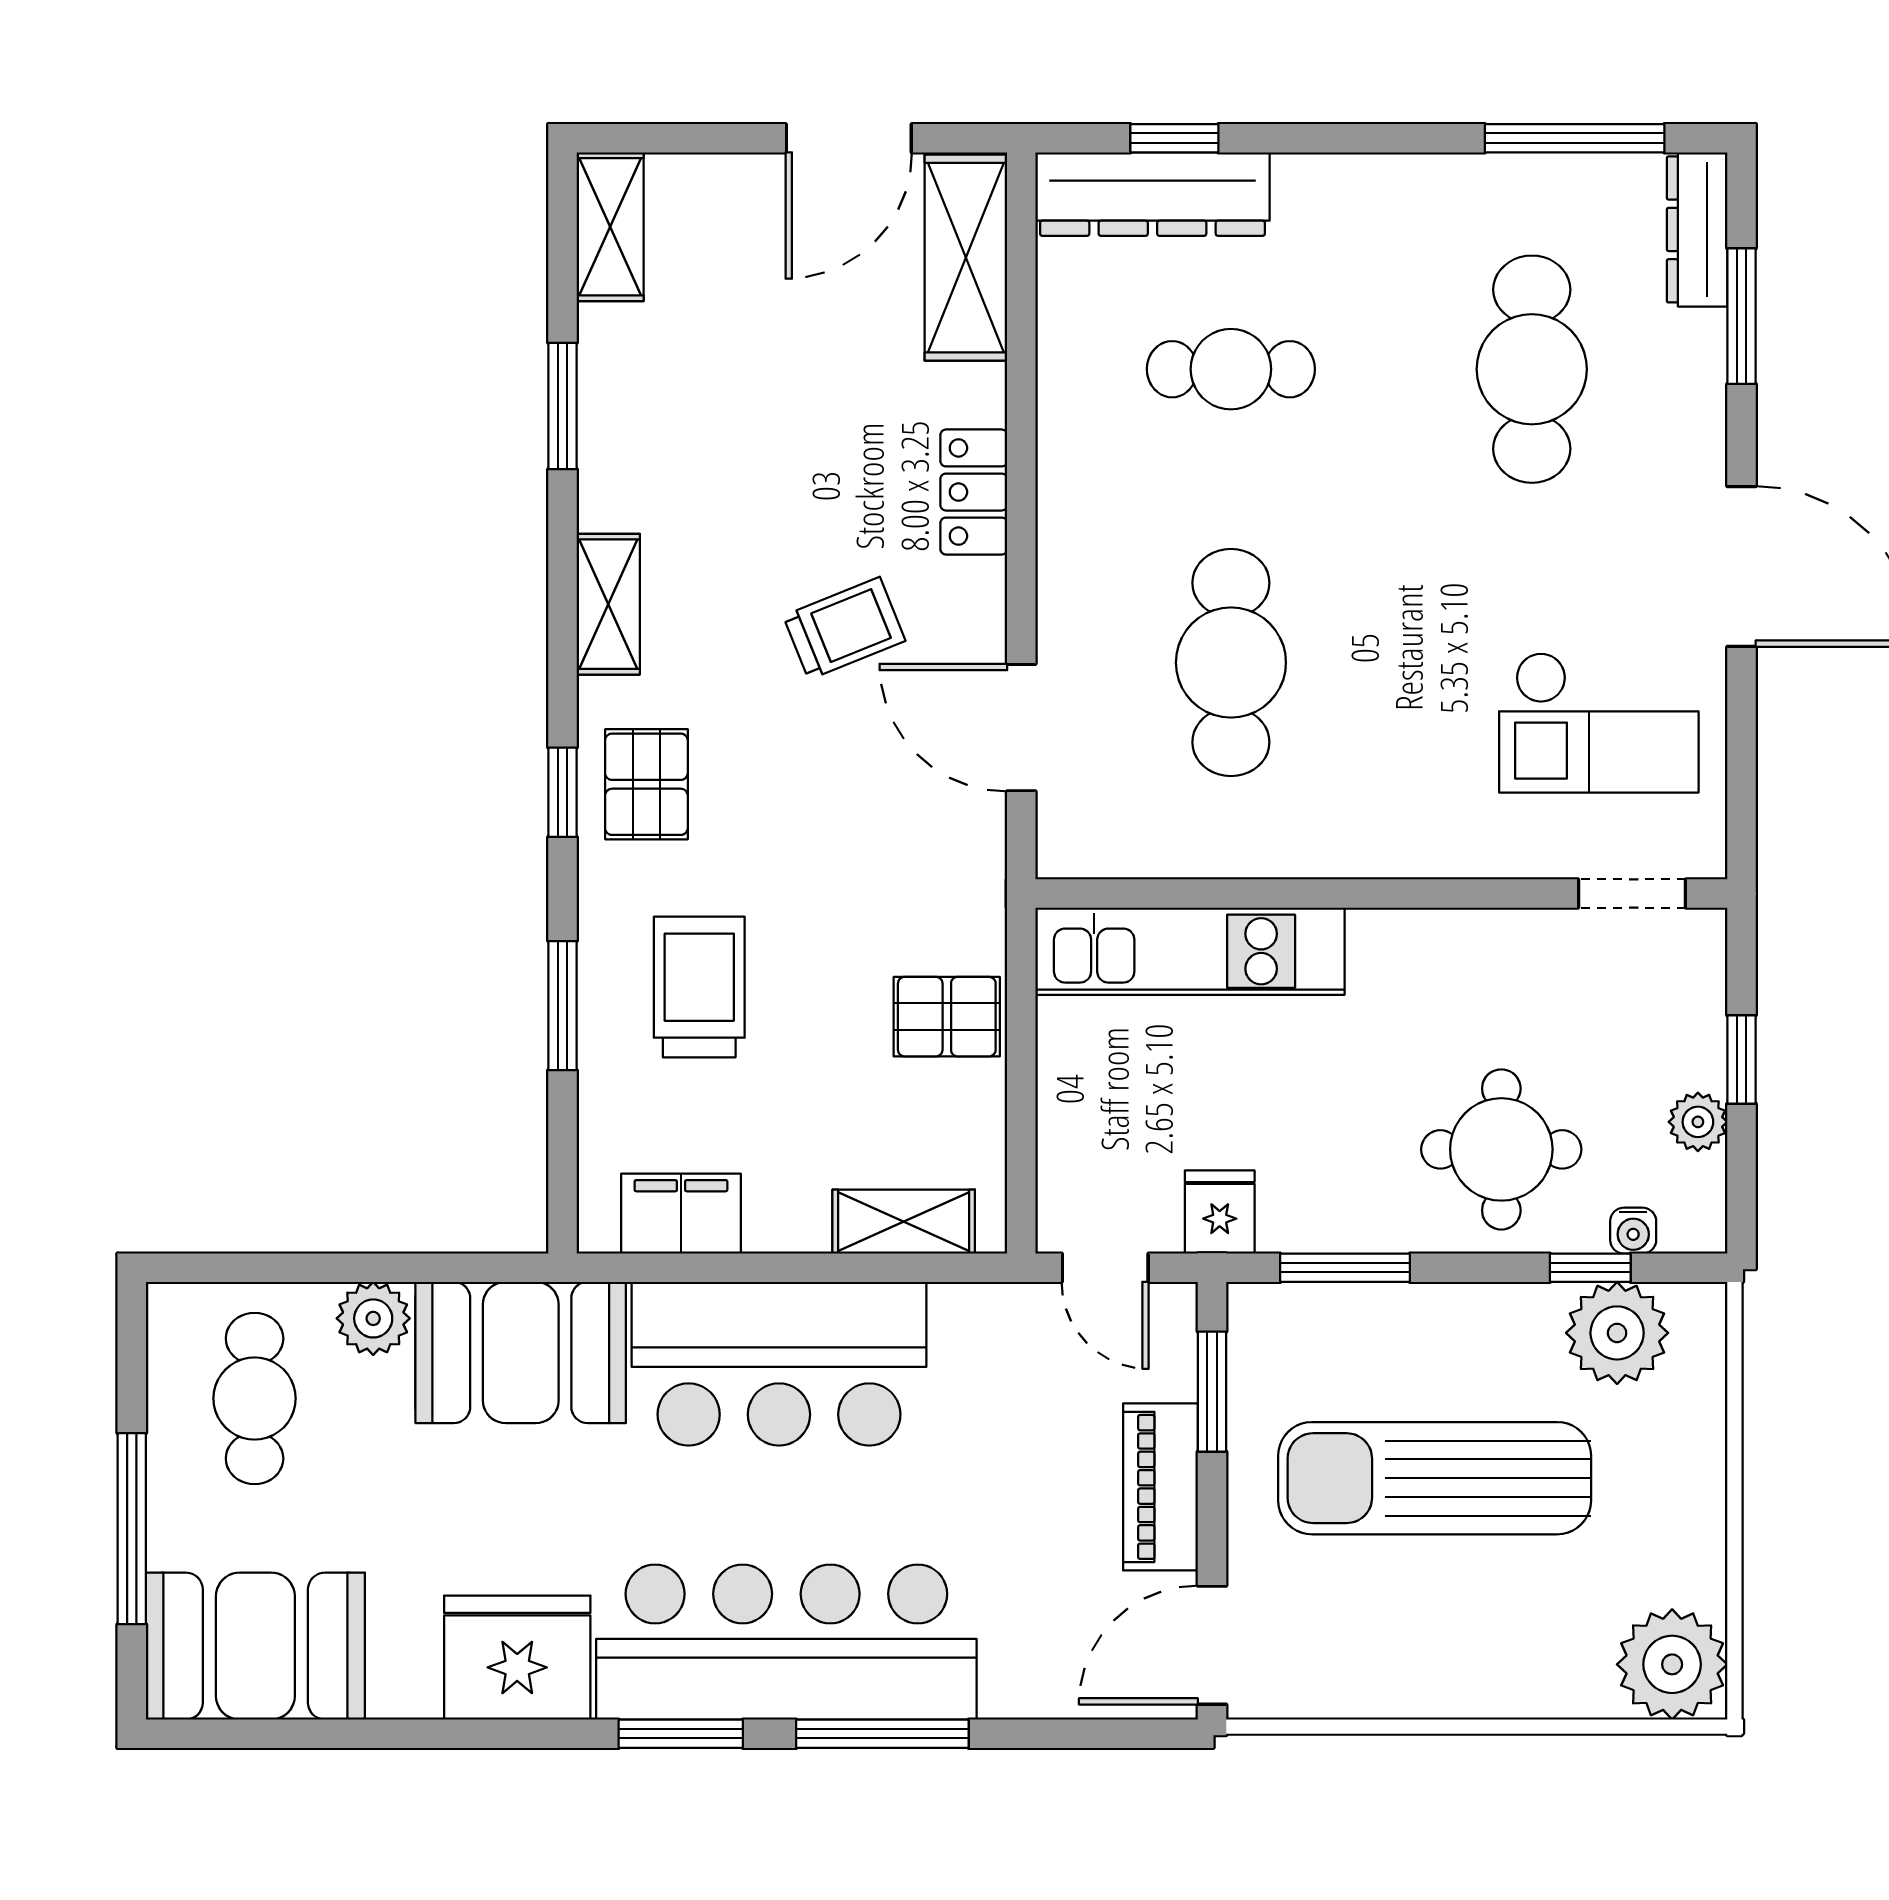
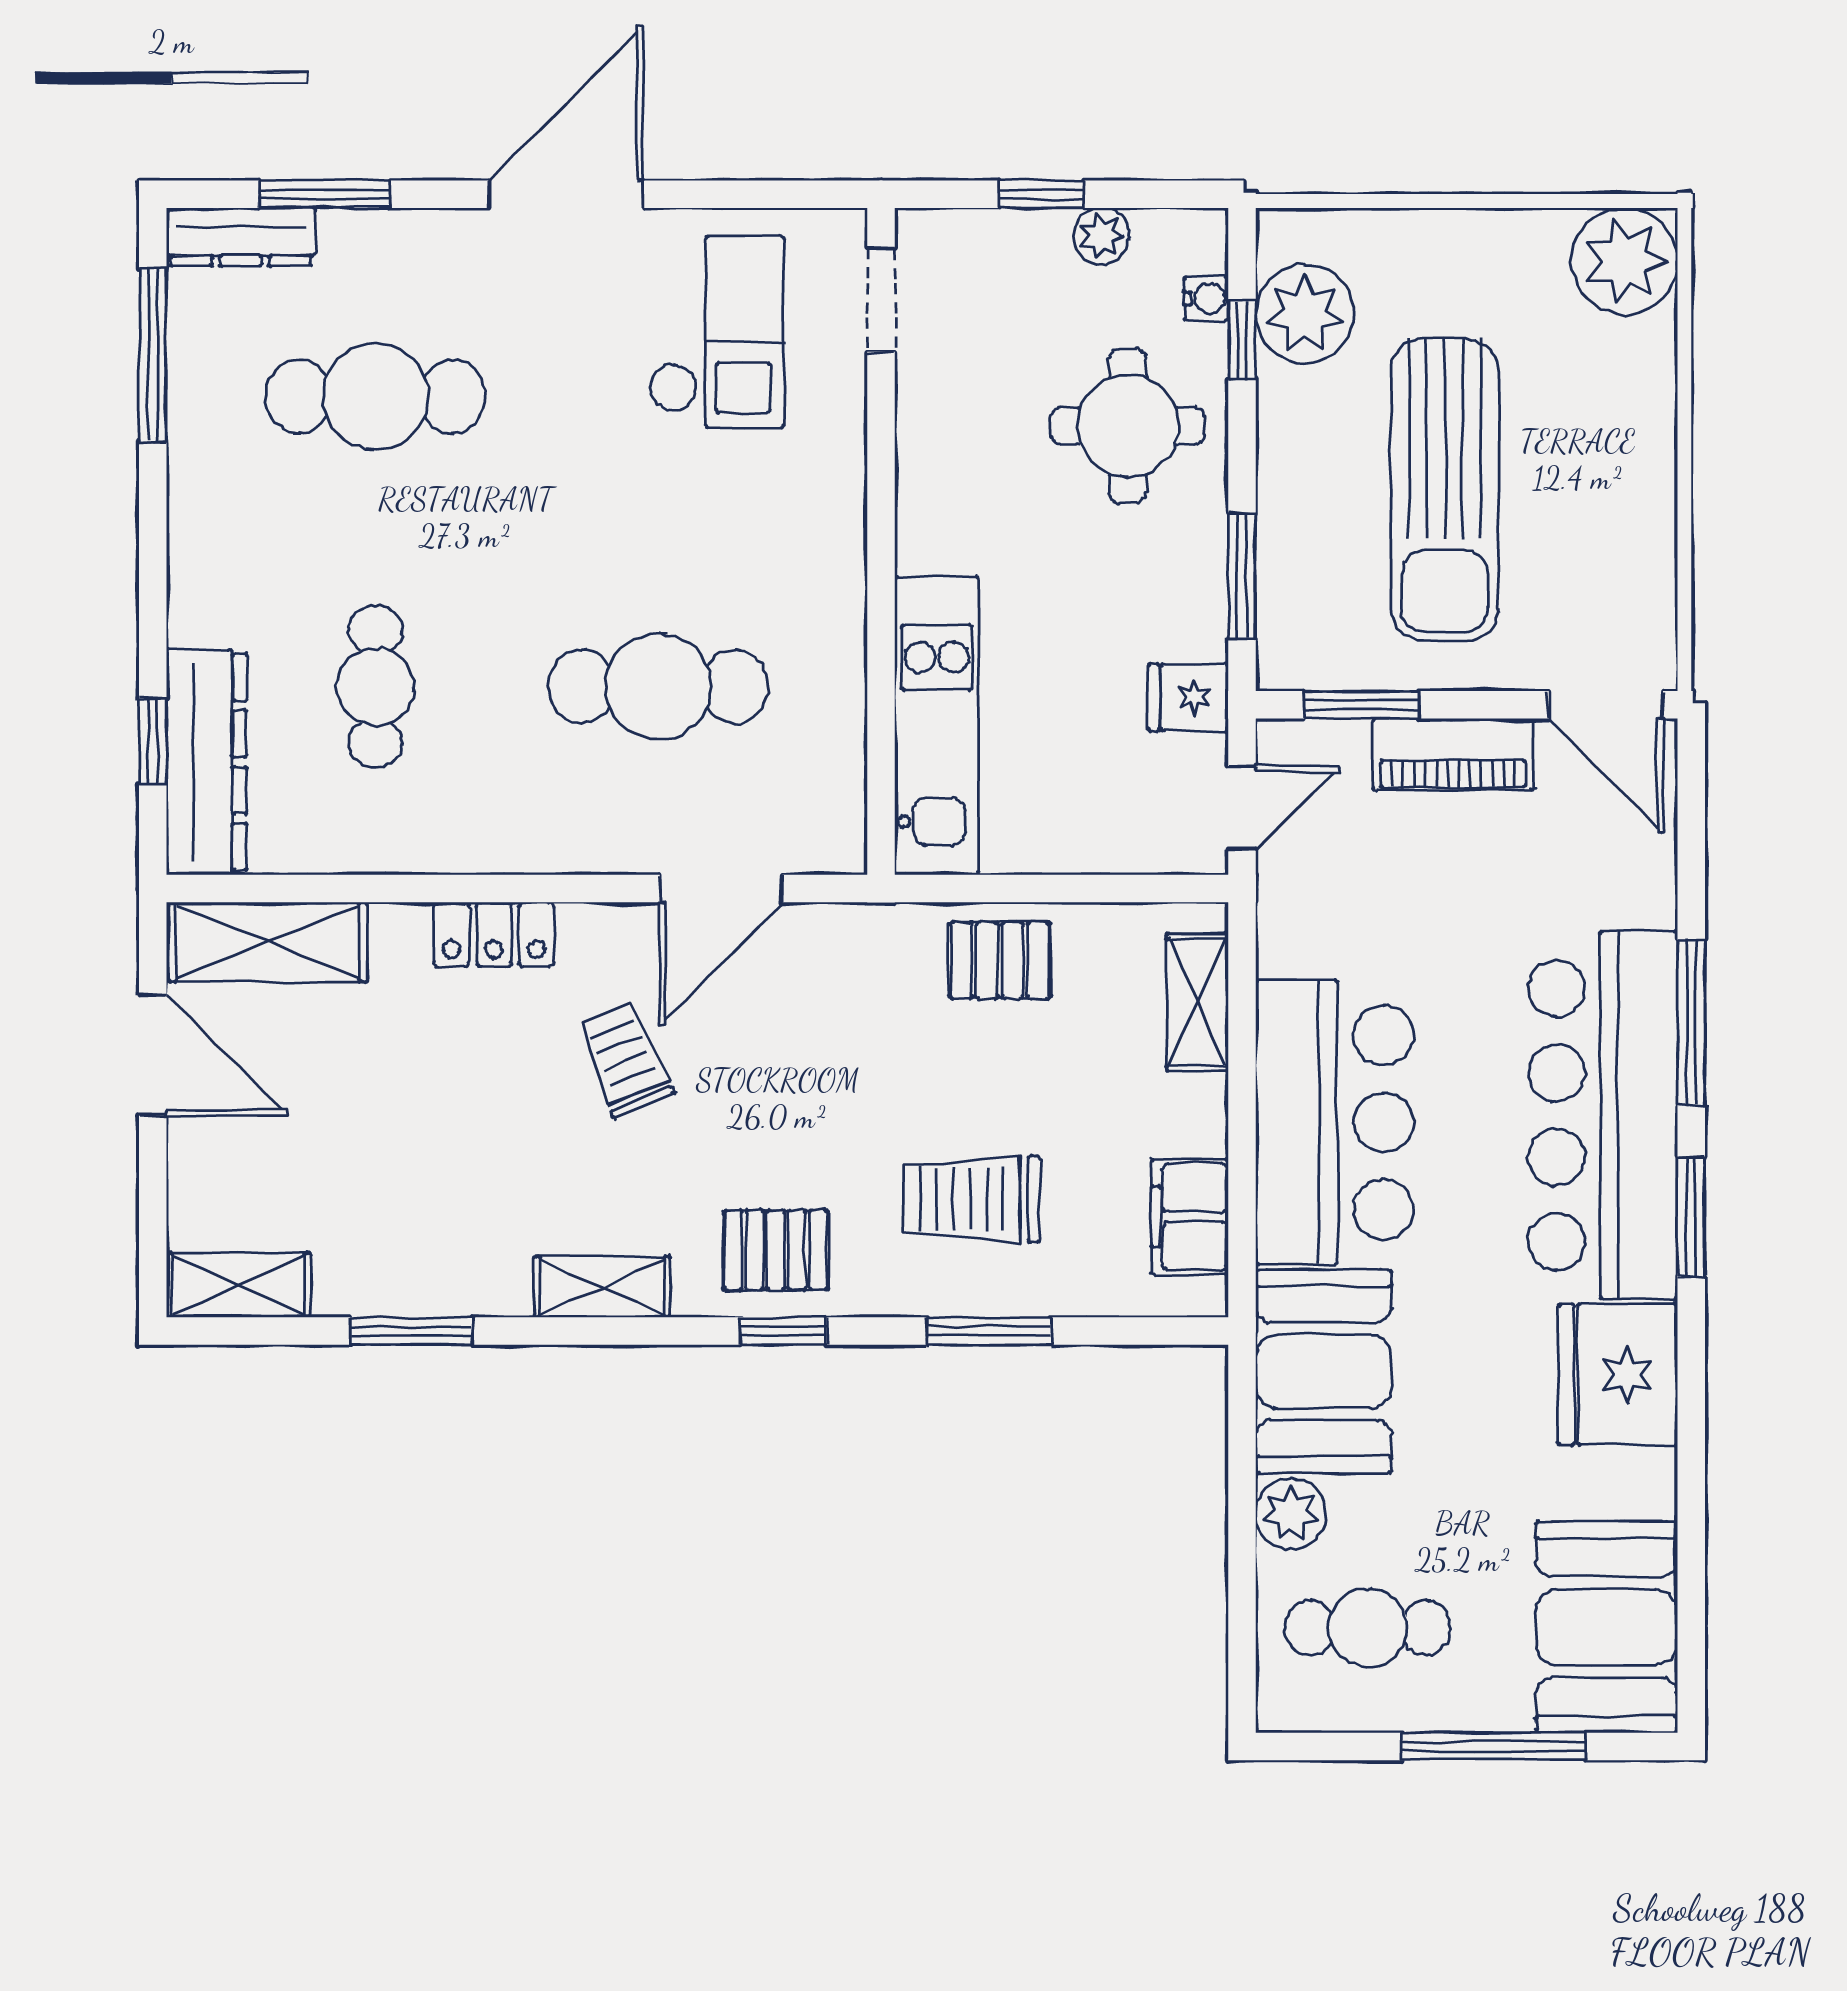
pallet: (947, 1017) -> (1000, 960), turned 90

